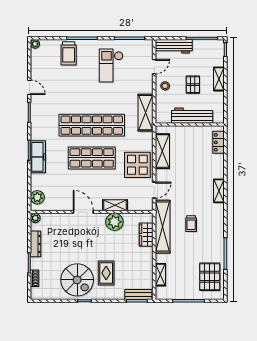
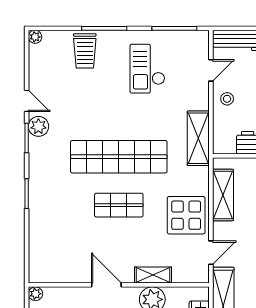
freezer: (38, 157) -> (39, 203), removed
shop shelf: (92, 158) -> (119, 205), width x0.70, depth x0.74
plant: (37, 197) -> (38, 126), moved

